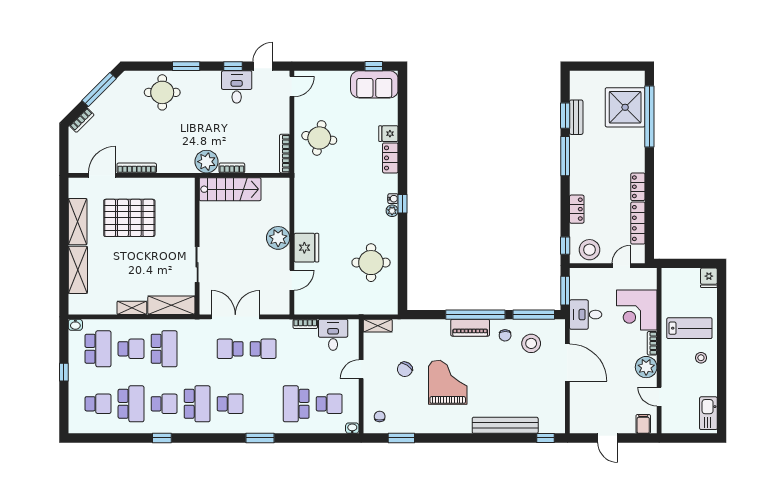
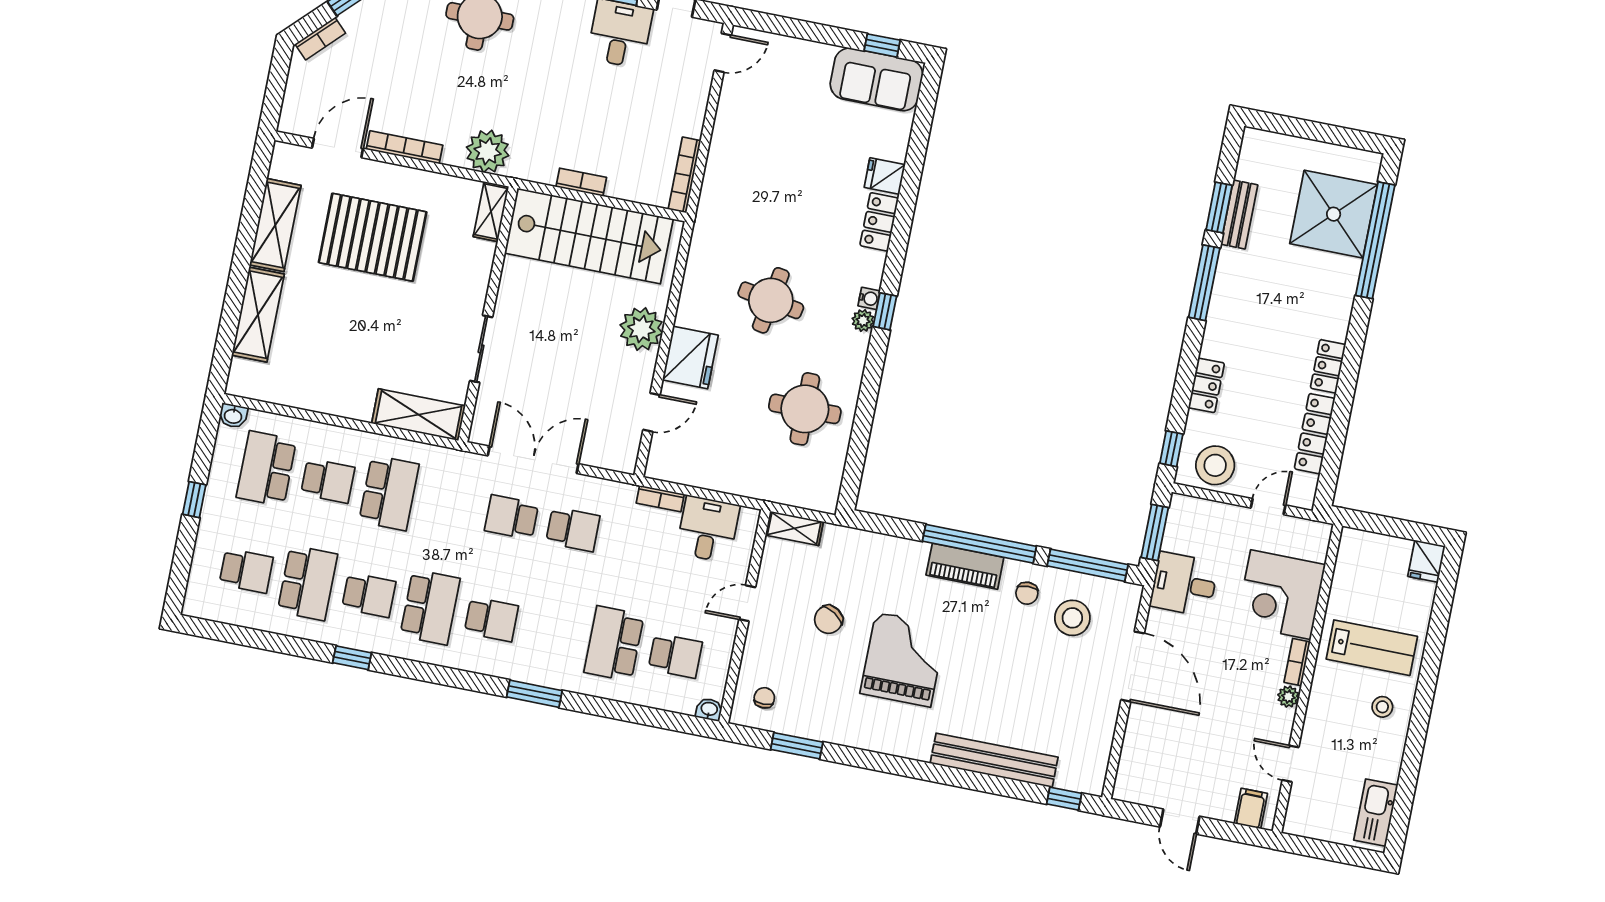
round table: (319, 138) -> (771, 300), moved
plant: (207, 162) -> (488, 151), moved
stairs: (230, 189) -> (589, 236), width x1.36, depth x1.51
shelving: (132, 308) -> (491, 211), moved, turned 90
school desk: (98, 349) -> (266, 469), turned 180
plant: (646, 367) -> (1288, 697), width x0.53, depth x0.53

